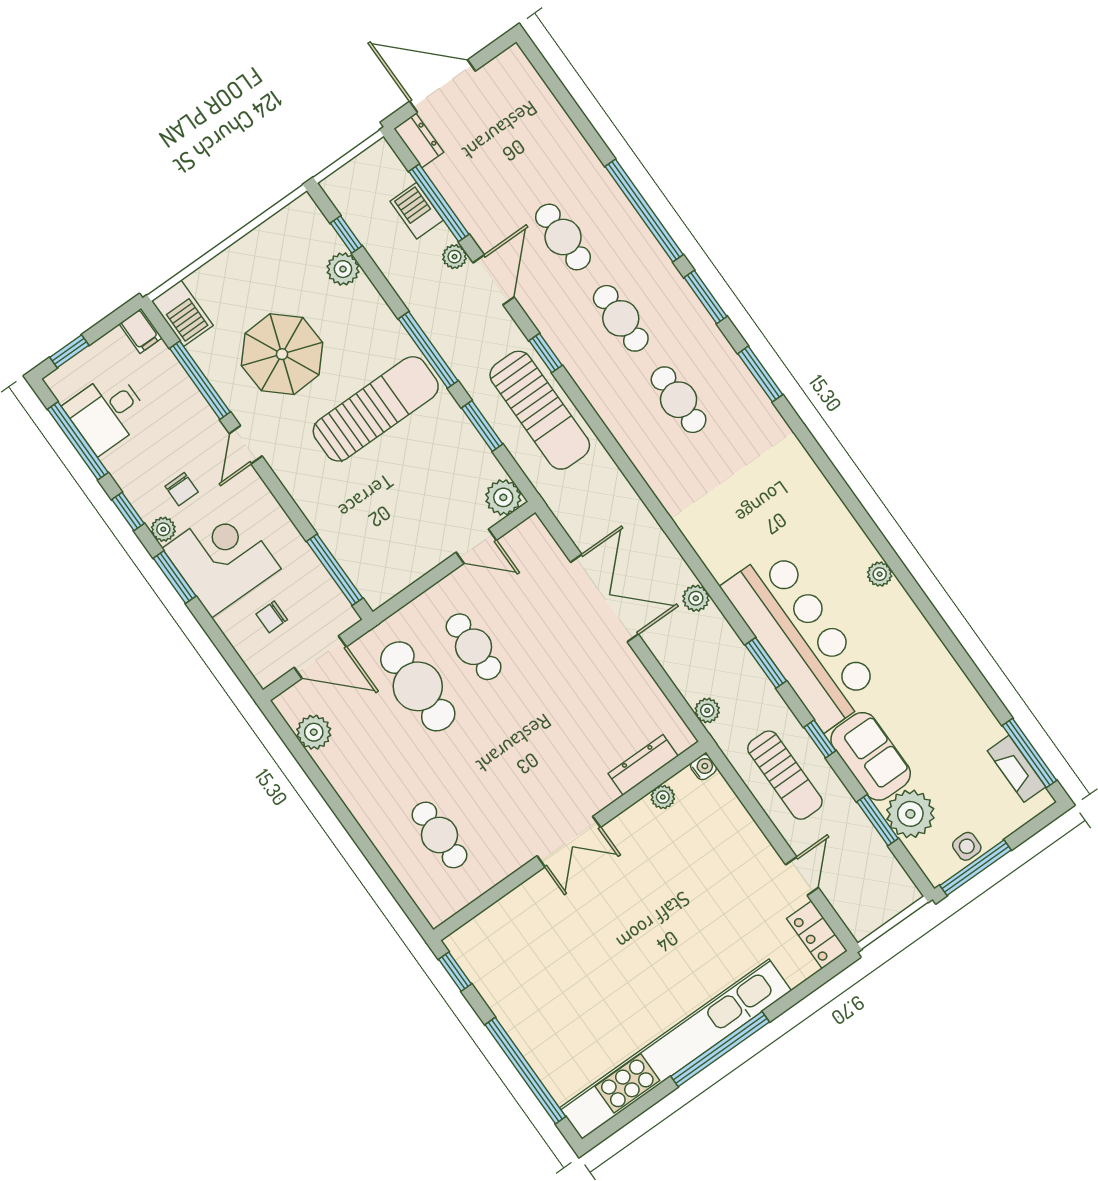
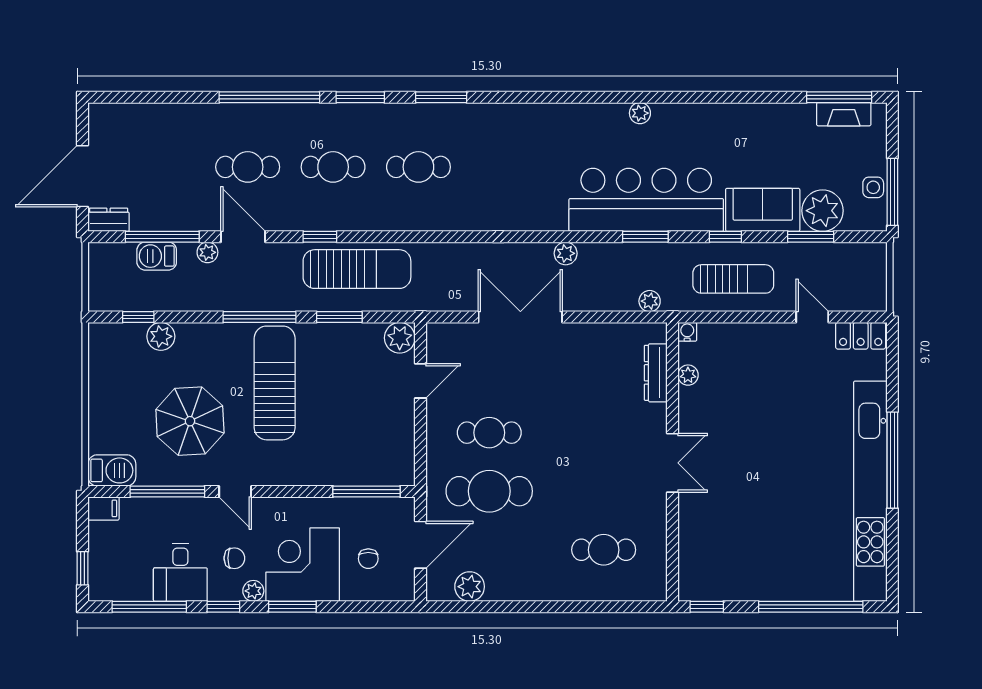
desk: (107, 412) -> (180, 572), moved

